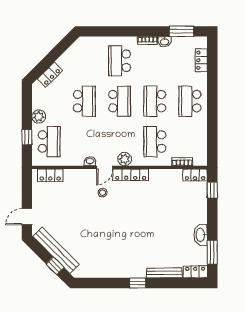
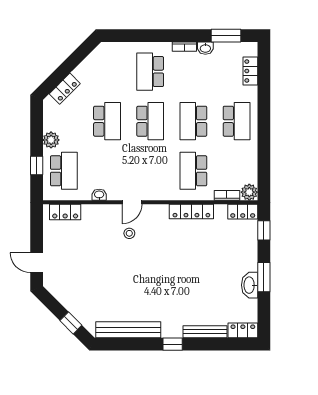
school desk: (190, 101) -> (237, 121), turned 180
plant: (125, 159) -> (249, 192), moved
washbasin: (90, 161) -> (99, 195), moved
locker: (131, 175) -> (191, 211), moved
door: (27, 217) -> (37, 263), hinge flipped
bench: (56, 250) -> (128, 330), moved, turned -45
window: (212, 252) -> (264, 277), moved

